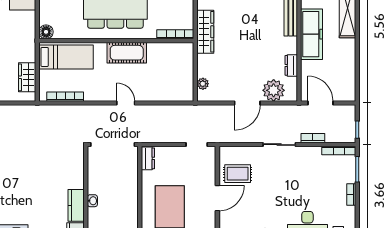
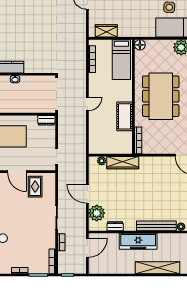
wardrobe: (205, 32) -> (123, 163), moved
cot: (127, 53) -> (125, 116), moved

